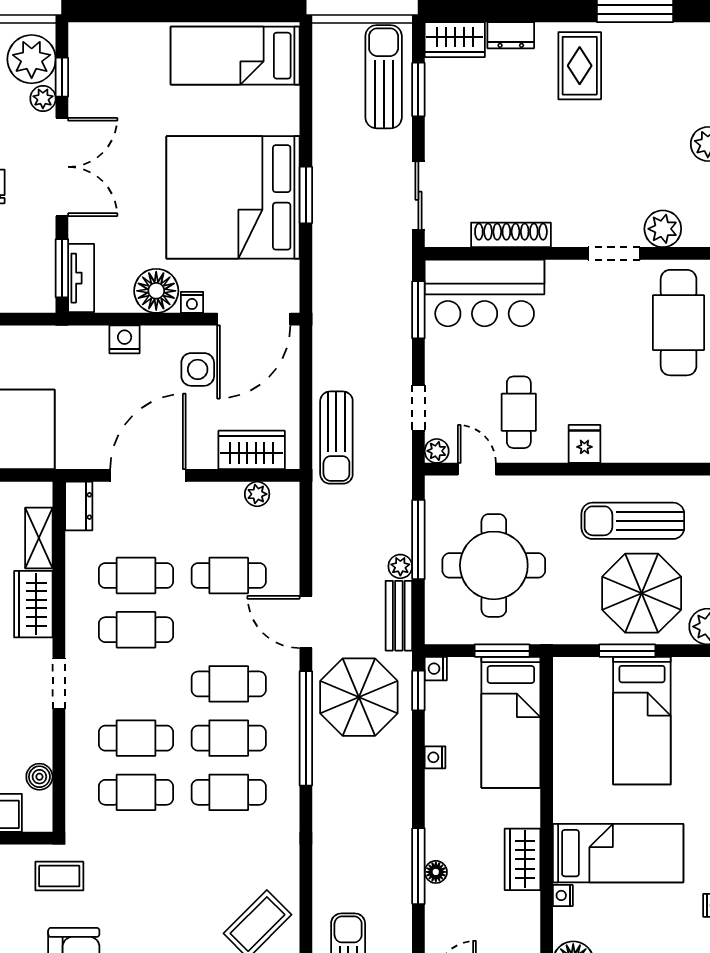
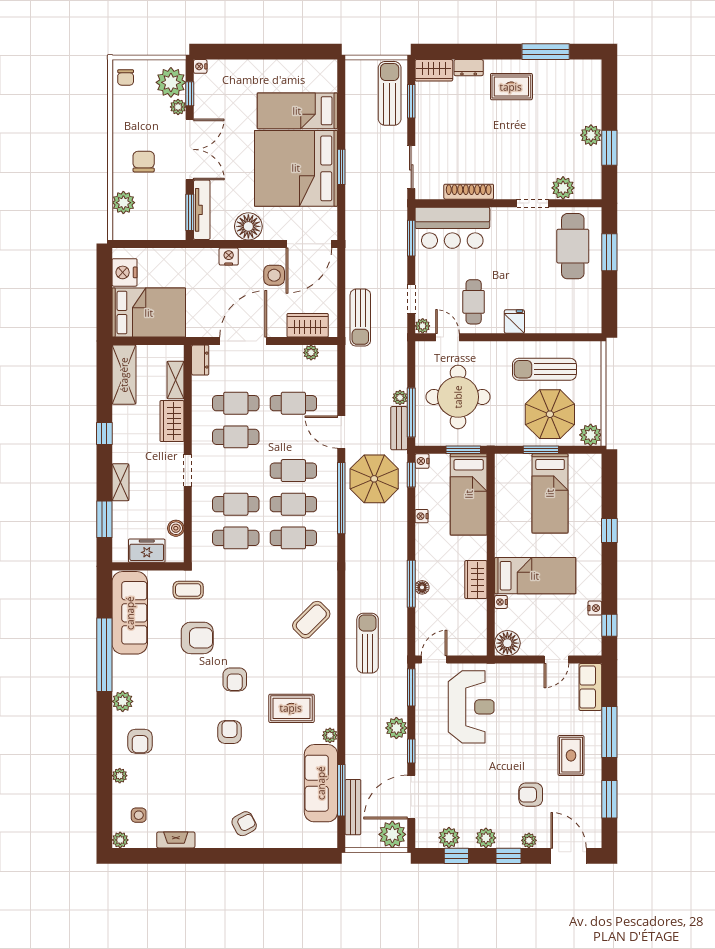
bed: (235, 56) -> (297, 111), moved
rug: (580, 66) -> (511, 87), turned 90
tv unit: (81, 278) -> (202, 210), width x1.41
nightstand: (192, 302) -> (200, 66), moved, turned 90
window: (418, 540) -> (411, 413), moved

